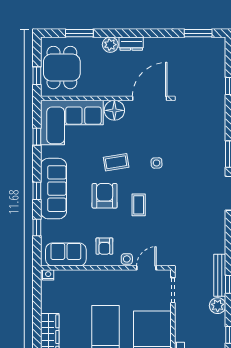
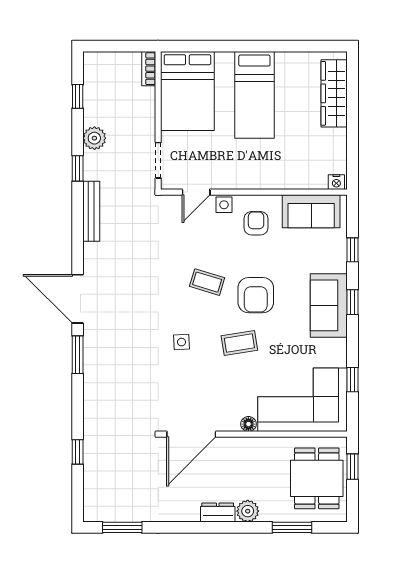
floor lamp: (114, 110) -> (248, 424), width x0.53, depth x0.53
sofa: (53, 189) -> (329, 305), width x0.73
coffee table: (139, 205) -> (207, 282), turned -73
bench: (220, 275) -> (91, 211), moved

